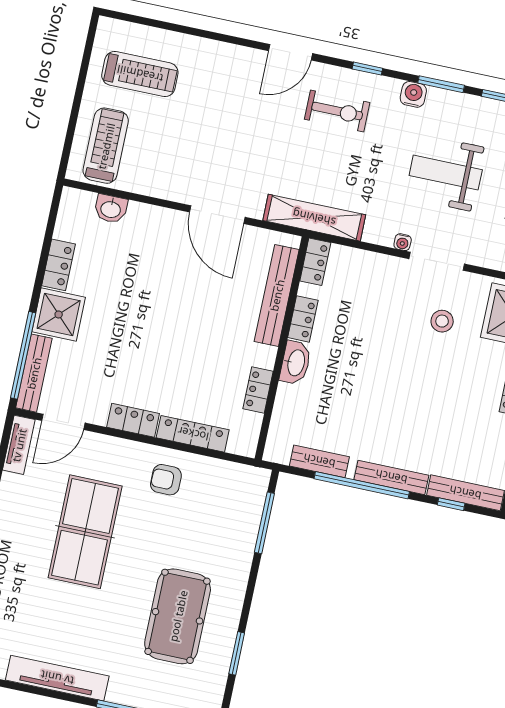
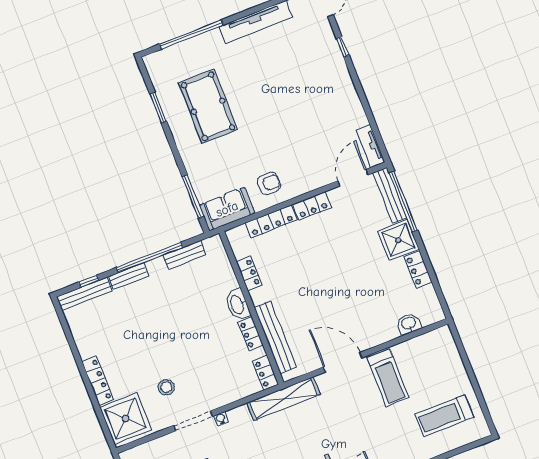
treadmill: (106, 146) -> (388, 378), moved
bench: (391, 477) -> (128, 276), width x0.73
sofa: (235, 482) -> (227, 209), added
table tennis table: (85, 532) -> (297, 120), removed

